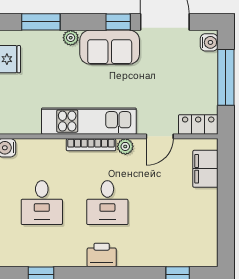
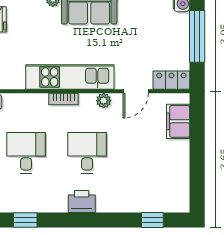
bookcase: (91, 145) -> (64, 99), width x0.64
desk: (42, 203) -> (26, 153), turned 180
desk: (107, 203) -> (87, 153), turned 180

